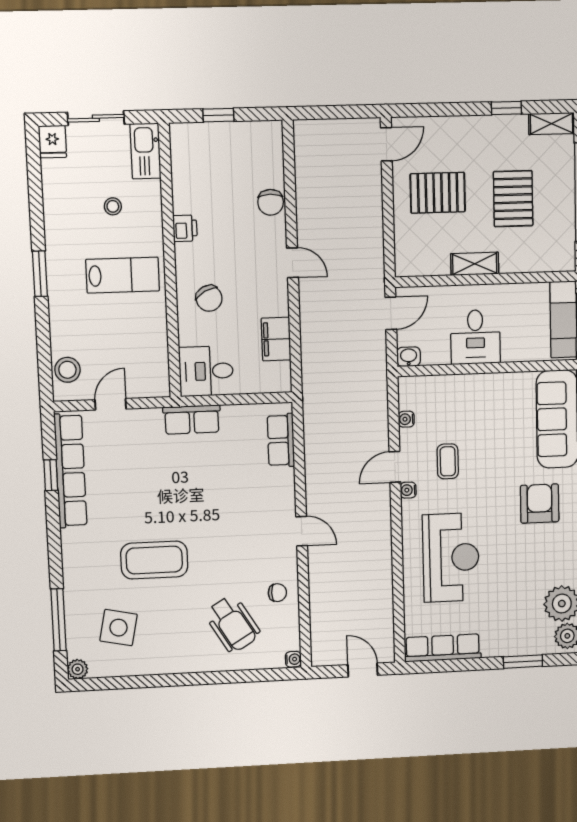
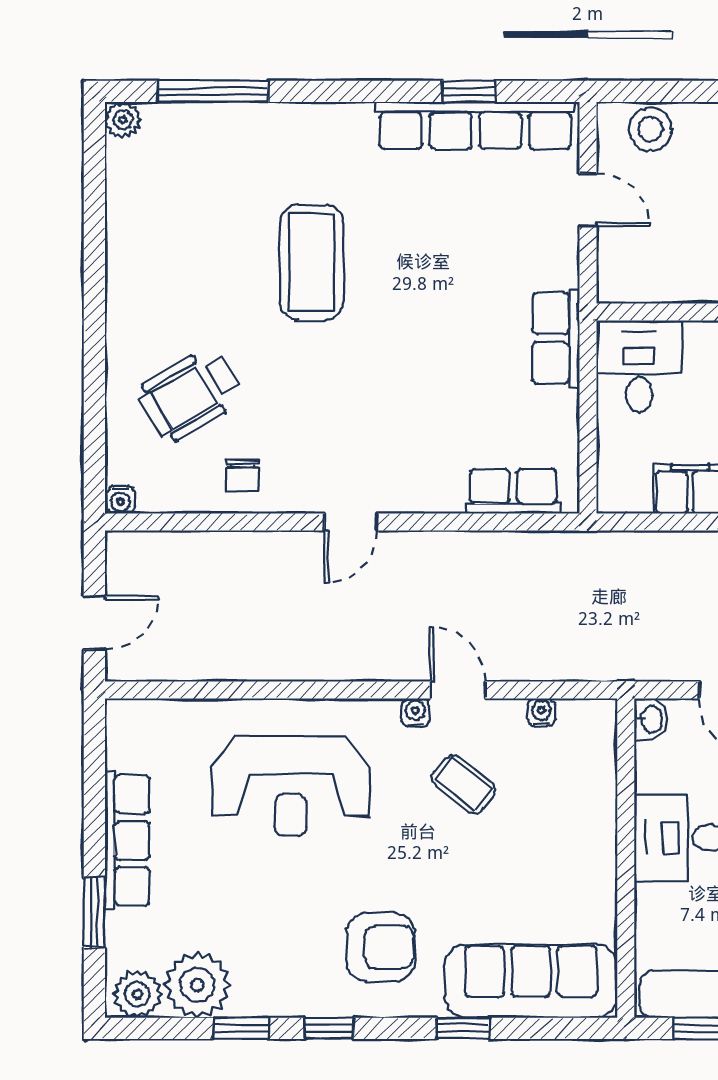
coffee table: (448, 461) -> (464, 784), turned 38
side table: (119, 628) -> (194, 195), removed
row of seats: (443, 648) -> (127, 840), moved

